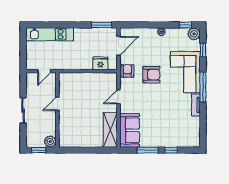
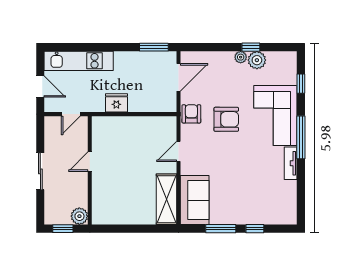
window: (185, 25) -> (251, 47), moved
plant: (194, 34) -> (257, 60), moved
door: (23, 52) -> (40, 86), added
fridge: (100, 63) -> (116, 103), moved

